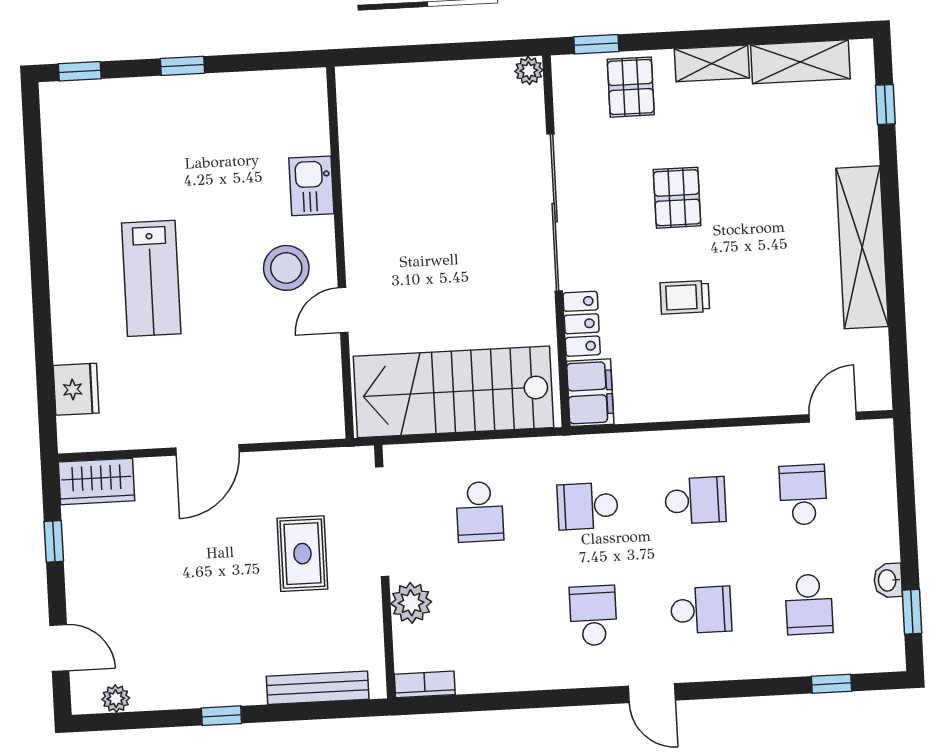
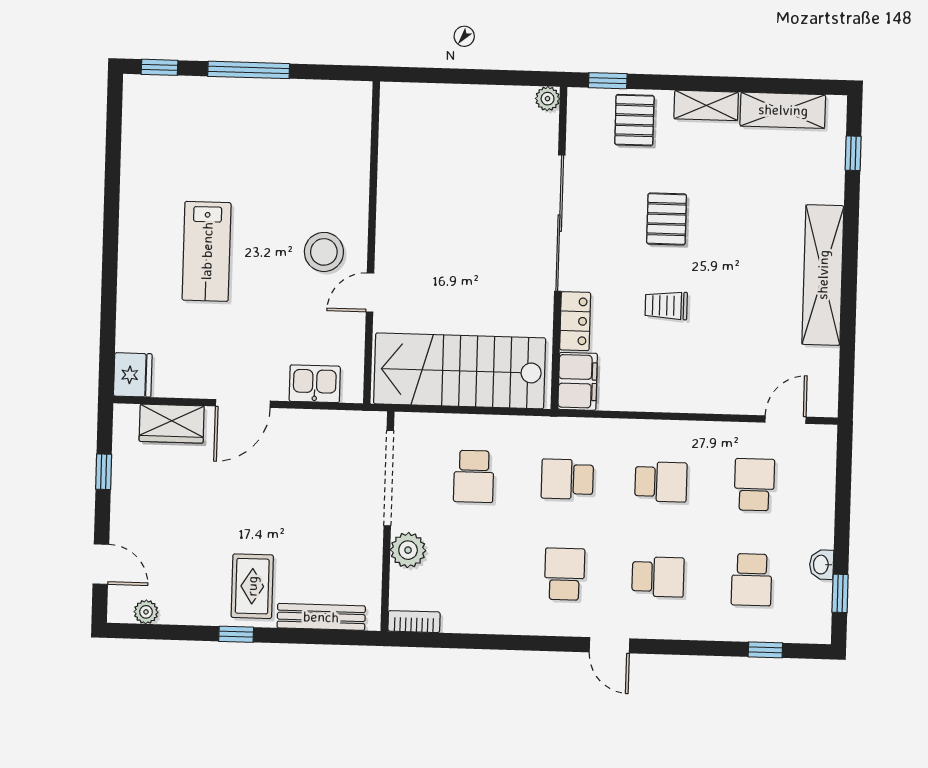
window: (182, 66) -> (249, 70), width x2.17
kitchen sink: (311, 186) -> (315, 384), moved, turned 90
fridge: (76, 389) -> (133, 375), moved
wardrobe: (96, 481) -> (172, 424), moved
rug: (302, 554) -> (252, 586), moved

